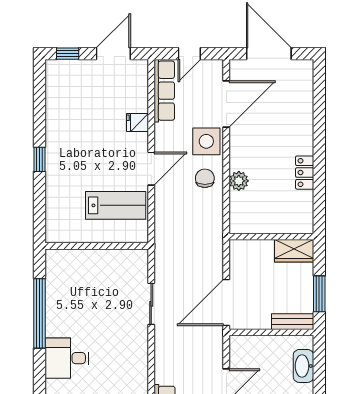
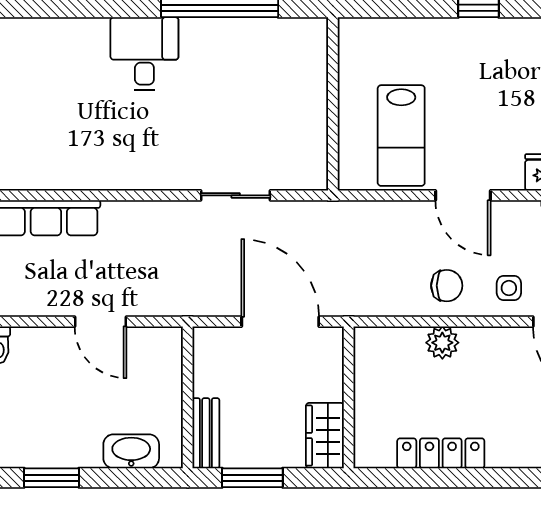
side table: (206, 141) -> (509, 288), width x0.54, depth x0.54
locker: (305, 173) -> (441, 453), width x1.53
door: (226, 302) -> (280, 322), moved

